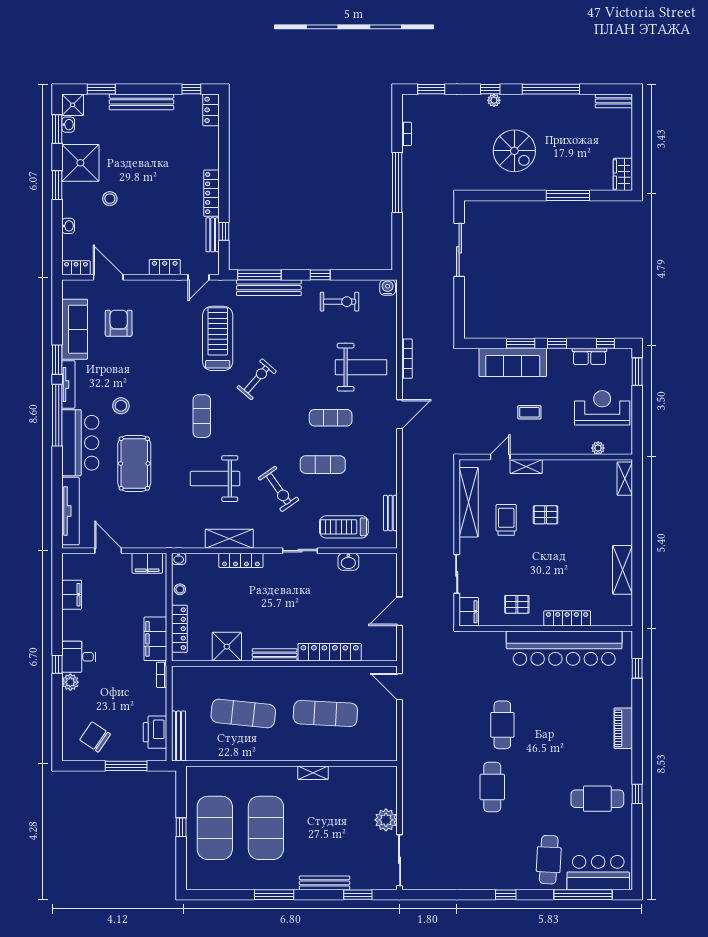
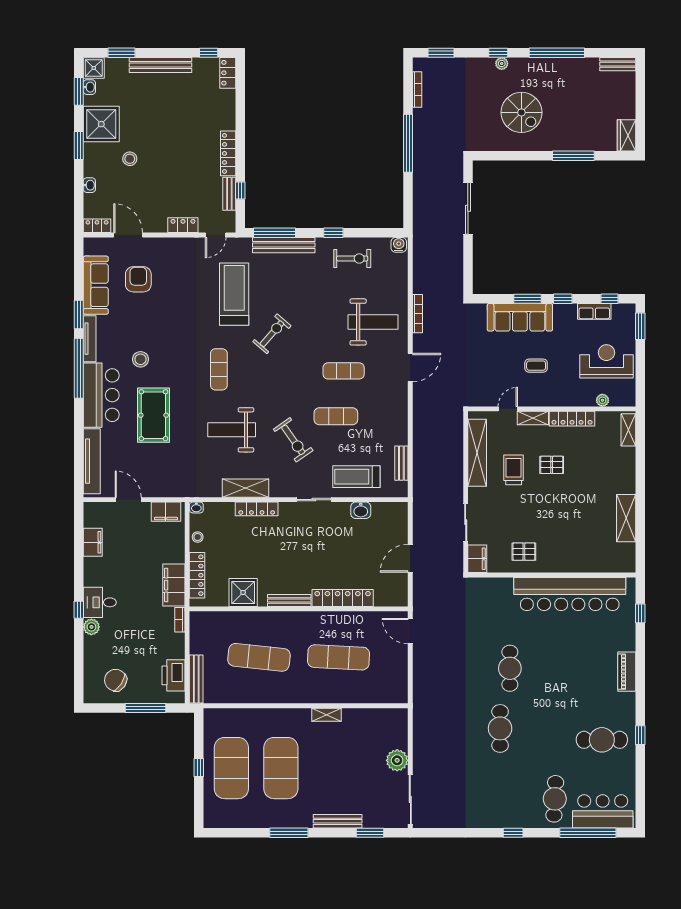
bookcase: (407, 134) -> (417, 90), width x1.56
locker: (567, 618) -> (572, 419), moved, turned 180

